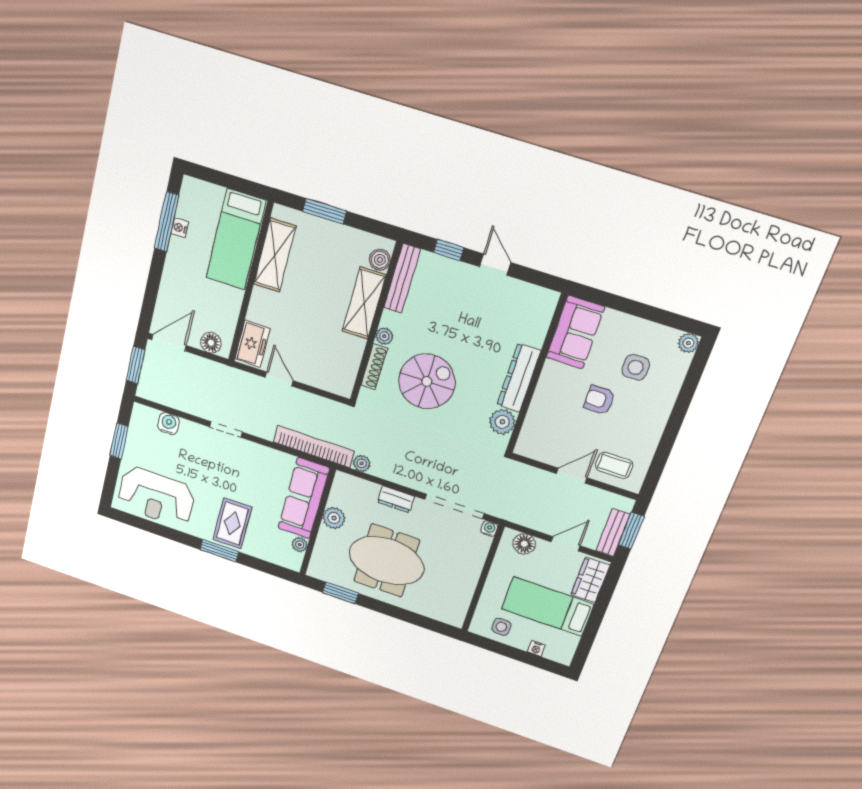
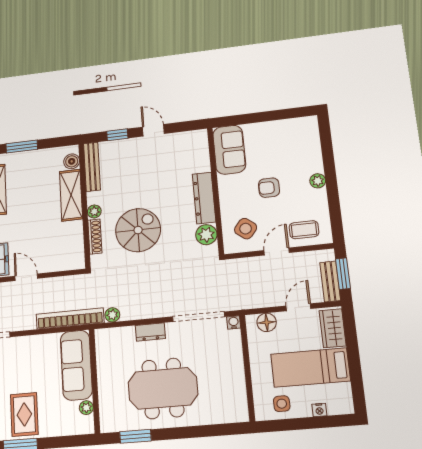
plant: (688, 343) -> (318, 181), moved
side table: (636, 367) -> (246, 229), moved, turned 38
plant: (334, 518) -> (106, 371), removed

